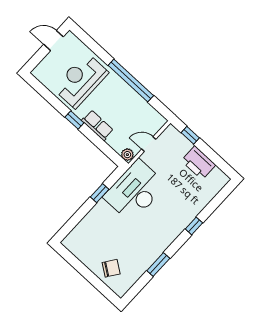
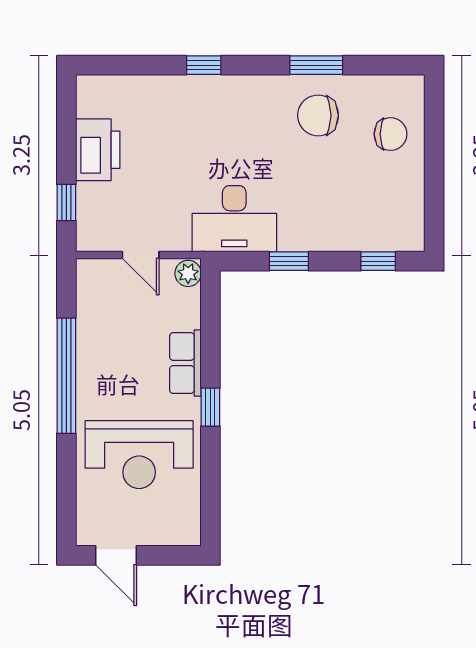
desk: (135, 191) -> (234, 219), width x0.73, depth x0.77
window: (71, 224) -> (378, 261), added
chair: (140, 249) -> (318, 115), added
chair: (111, 268) -> (390, 134), turned 145

